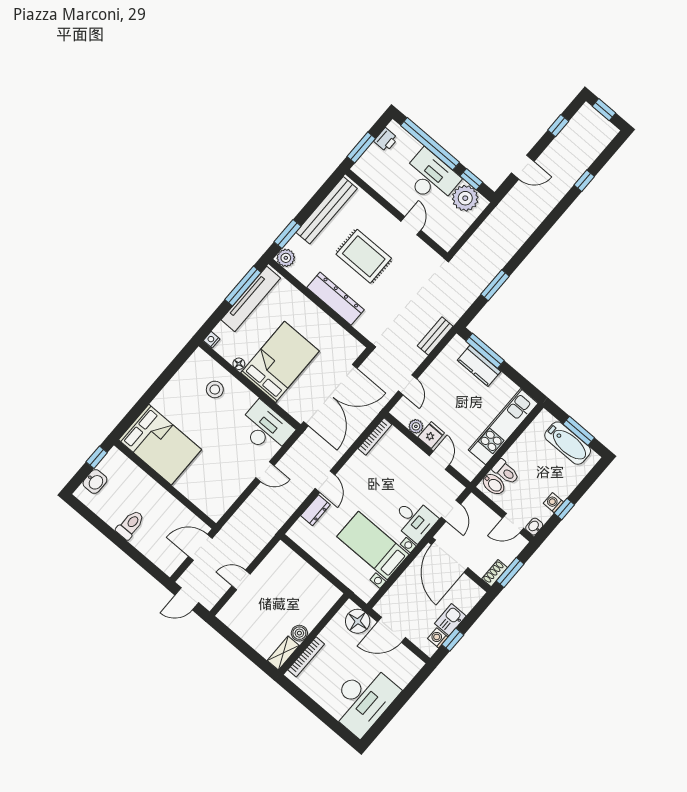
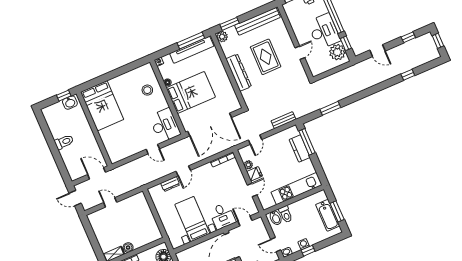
washbasin: (95, 481) -> (70, 103), moved
door: (451, 511) -> (245, 221), swing flipped

